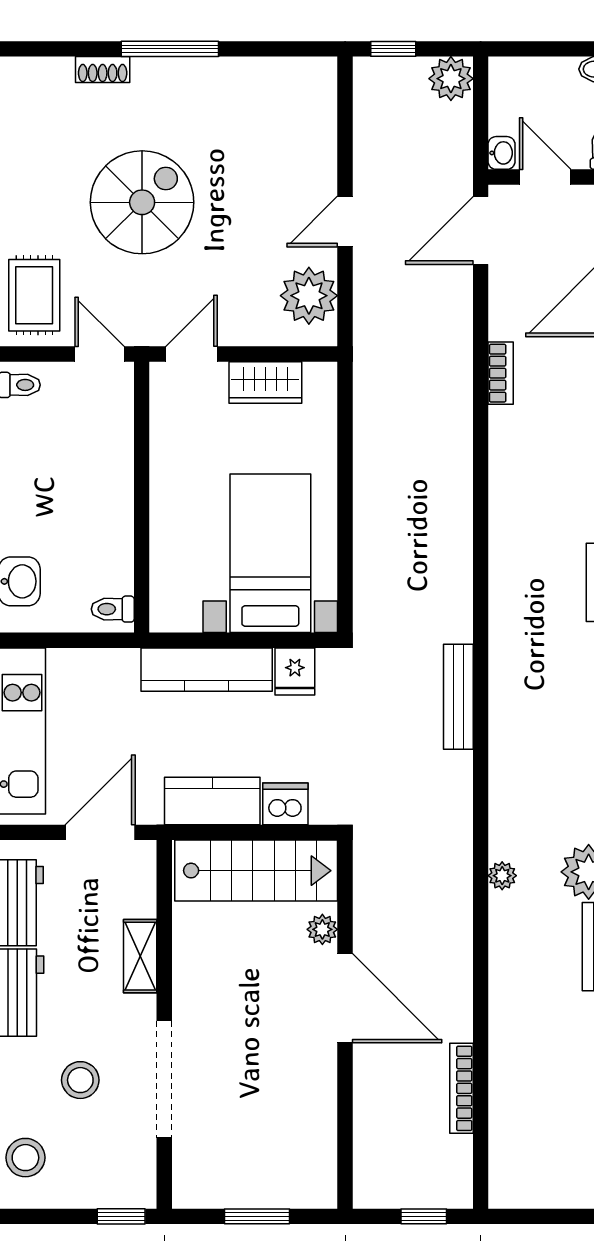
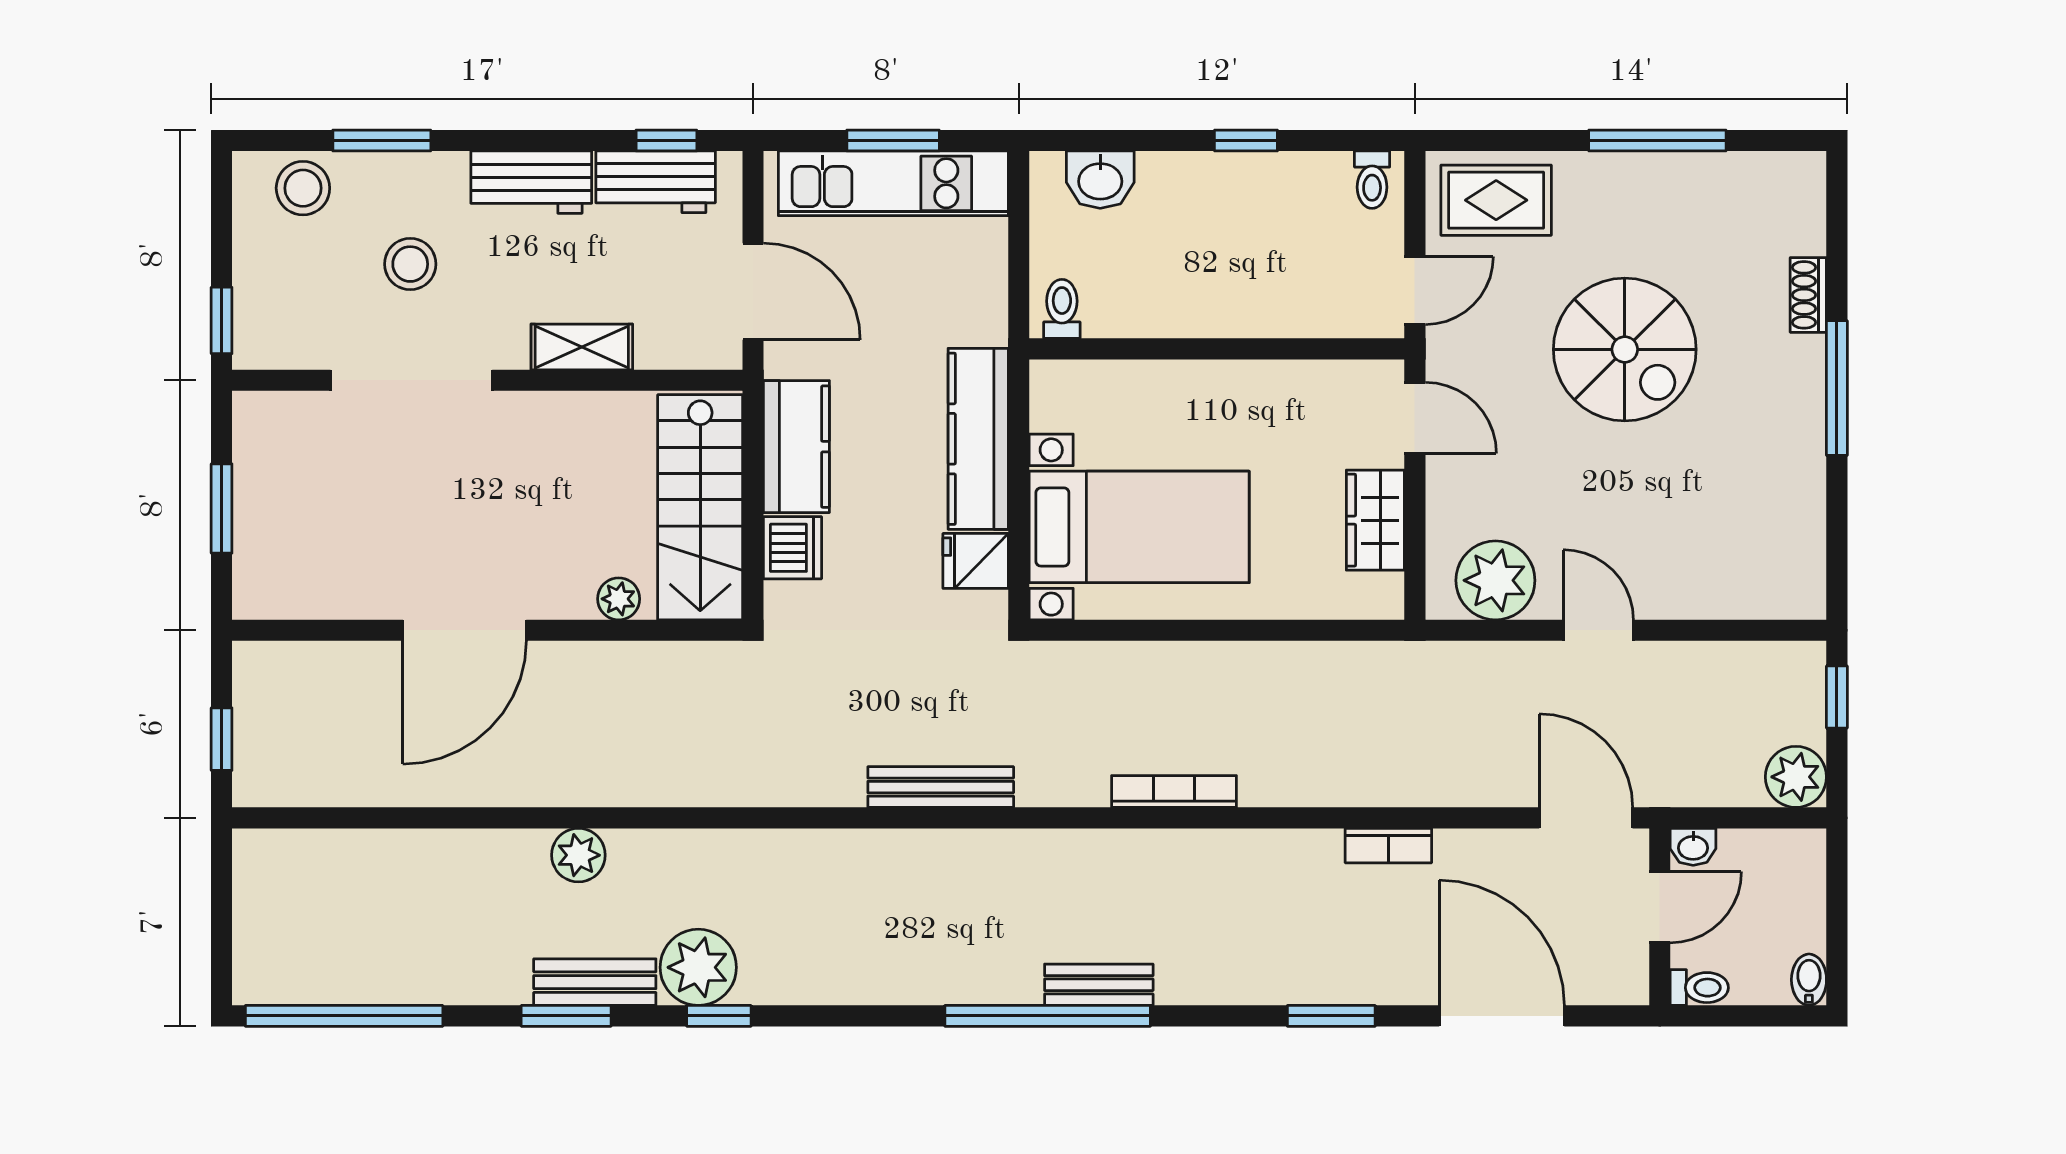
plant: (502, 876) -> (578, 855), moved, width x1.38, depth x1.38
door: (345, 998) -> (465, 630), moved
bookcase: (462, 1088) -> (1174, 791), moved

